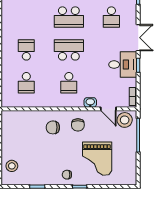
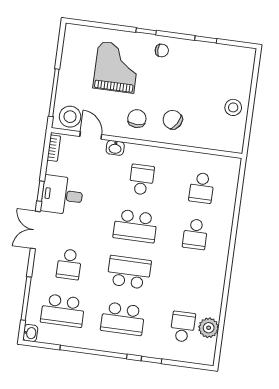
school desk: (111, 17) -> (69, 264), turned 180
school desk: (26, 83) -> (202, 188), turned 180
chair: (53, 127) -> (173, 120), turned -150
stool: (12, 166) -> (233, 107), moved

